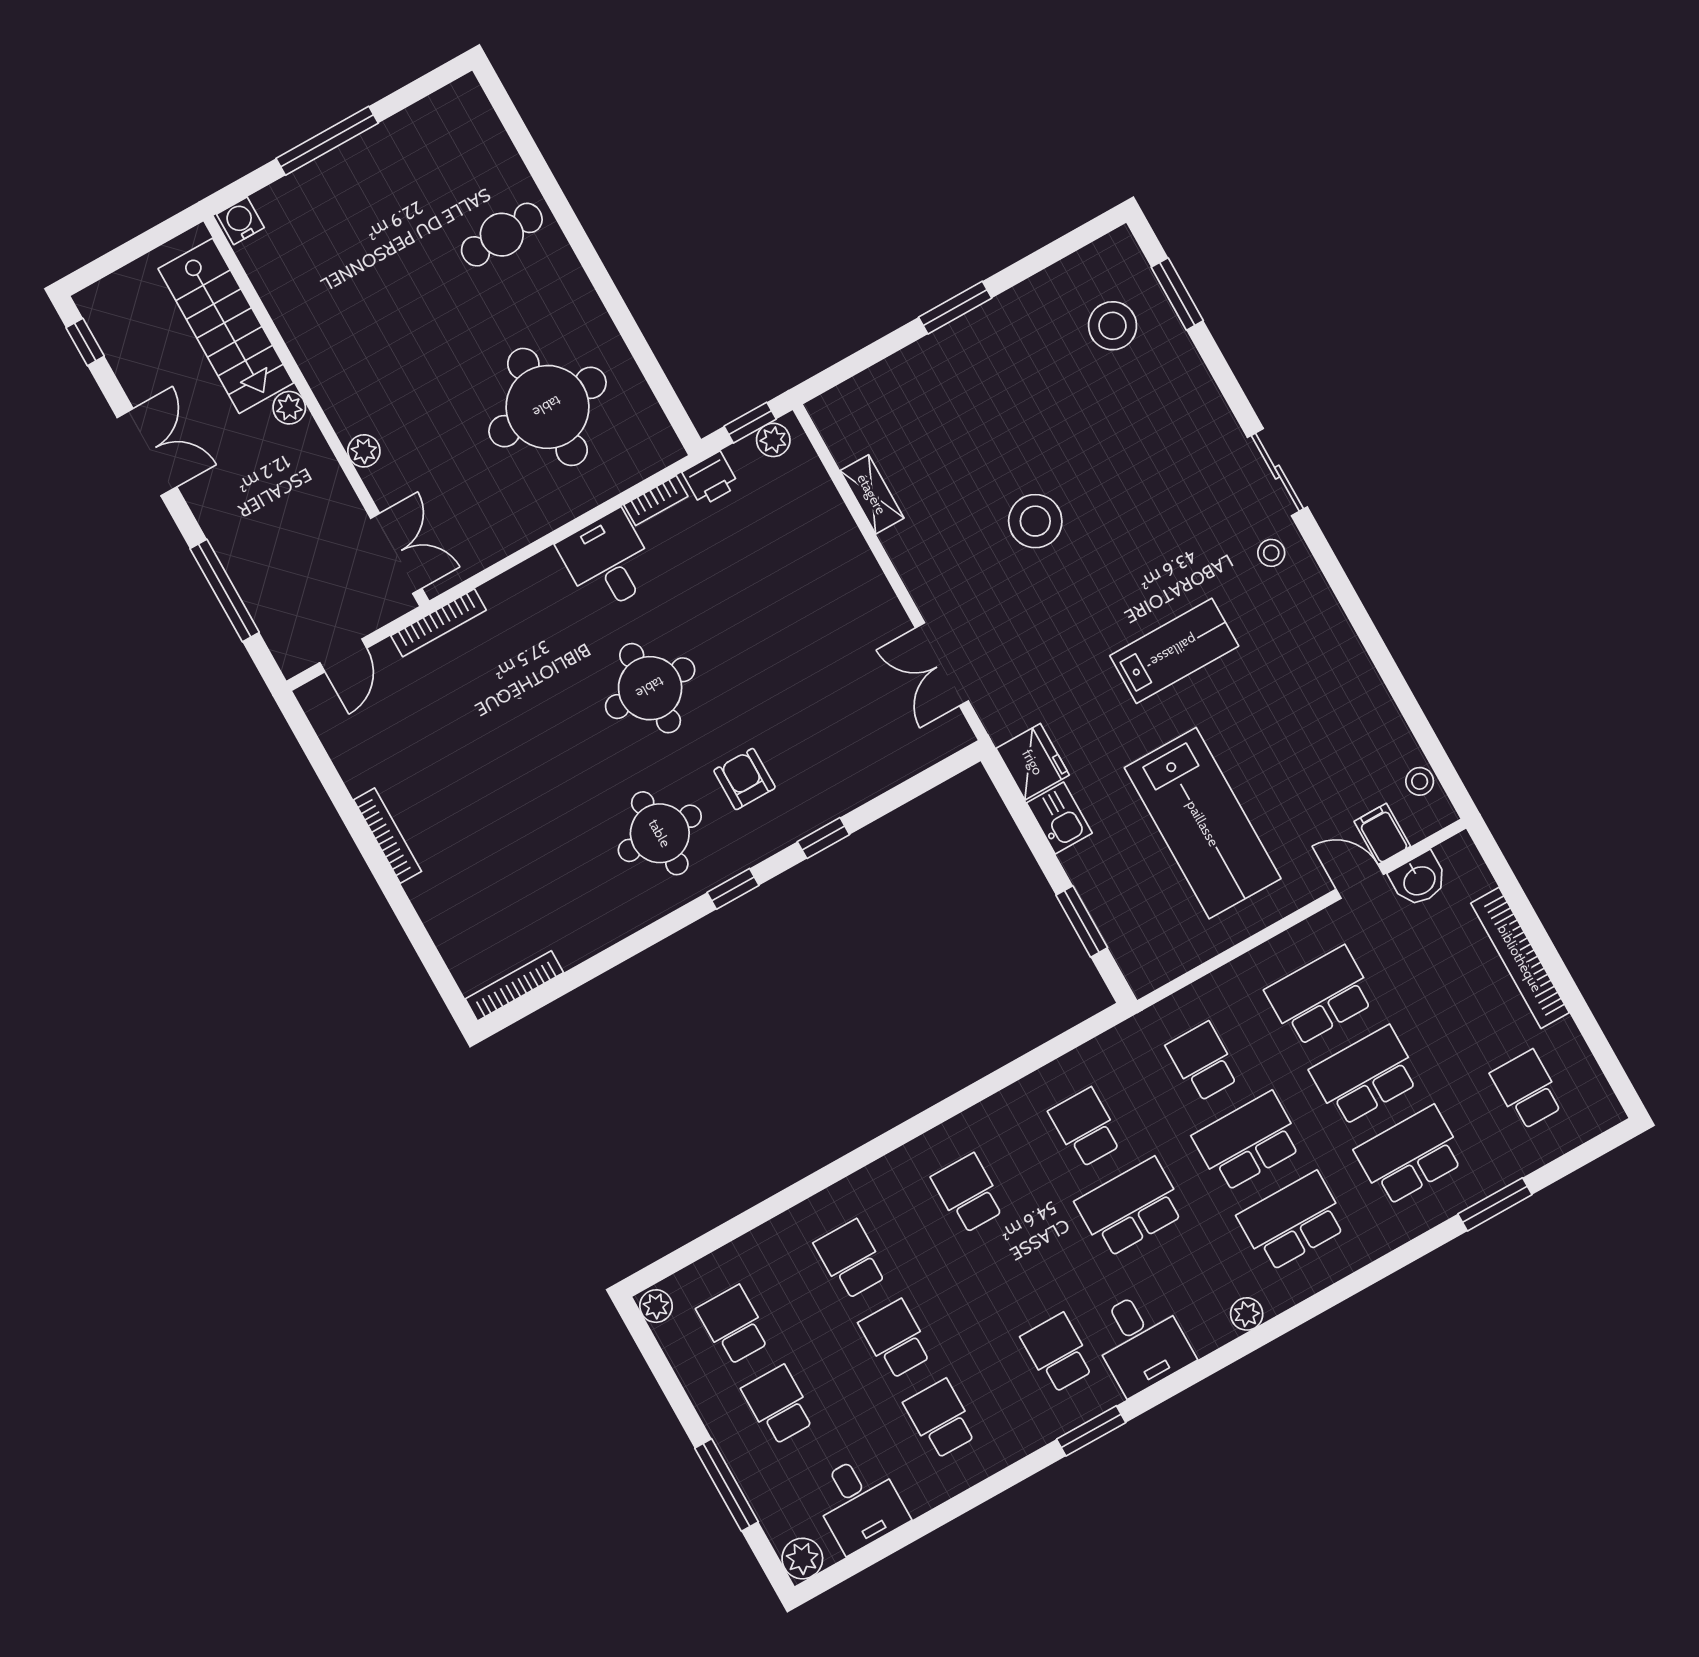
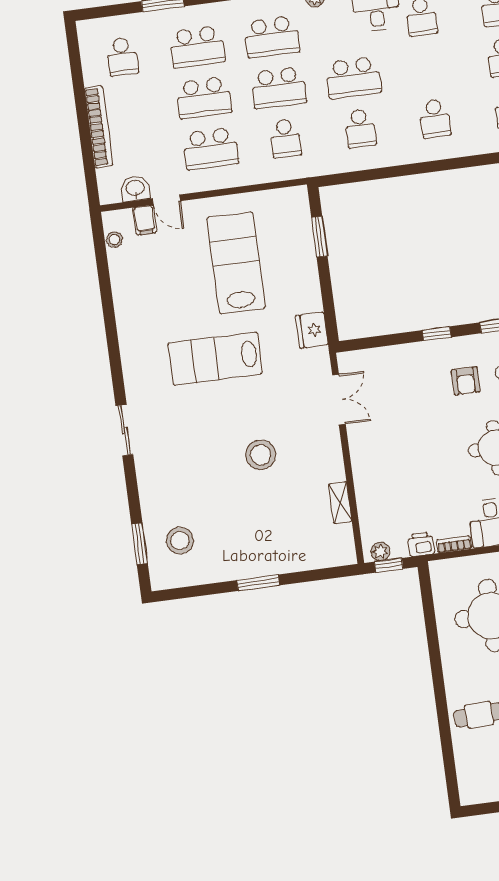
stool: (1271, 553) -> (144, 389), removed
lab bench: (1174, 651) -> (215, 359), width x1.36, depth x1.39
kitchen sink: (1059, 818) -> (310, 295), removed

